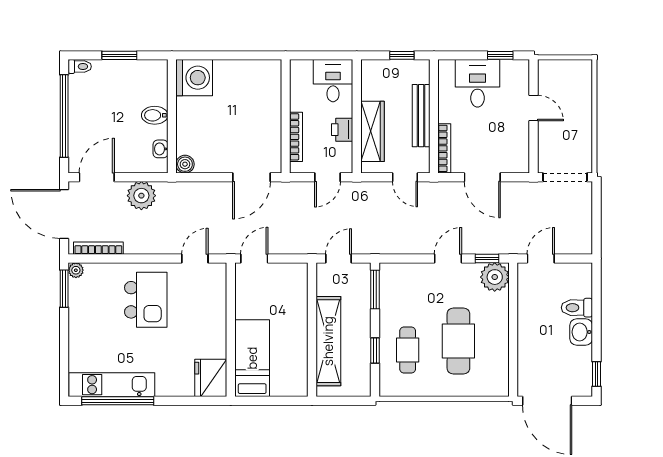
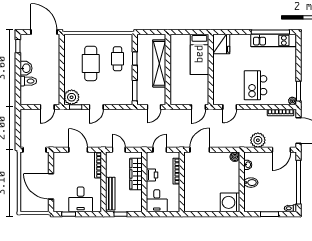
door: (533, 108) -> (51, 186), width x1.88
bench: (421, 116) -> (110, 194), moved

